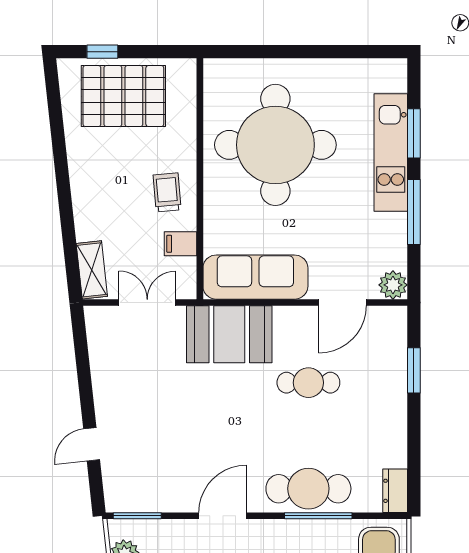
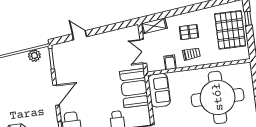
pallet: (116, 191) -> (189, 32), added
sofa: (255, 277) -> (159, 90), width x0.73
double door: (147, 303) -> (143, 51), swing flipped
door: (223, 516) -> (56, 95), hinge flipped

